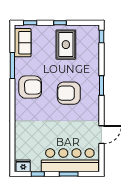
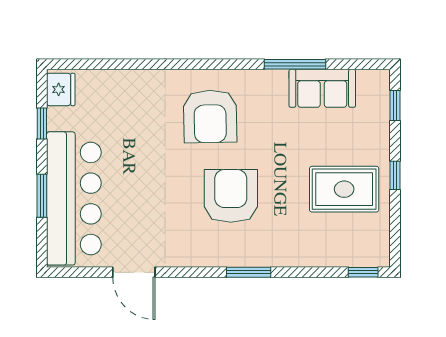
sofa: (23, 43) -> (322, 88), moved
armchair: (30, 87) -> (210, 116), moved

